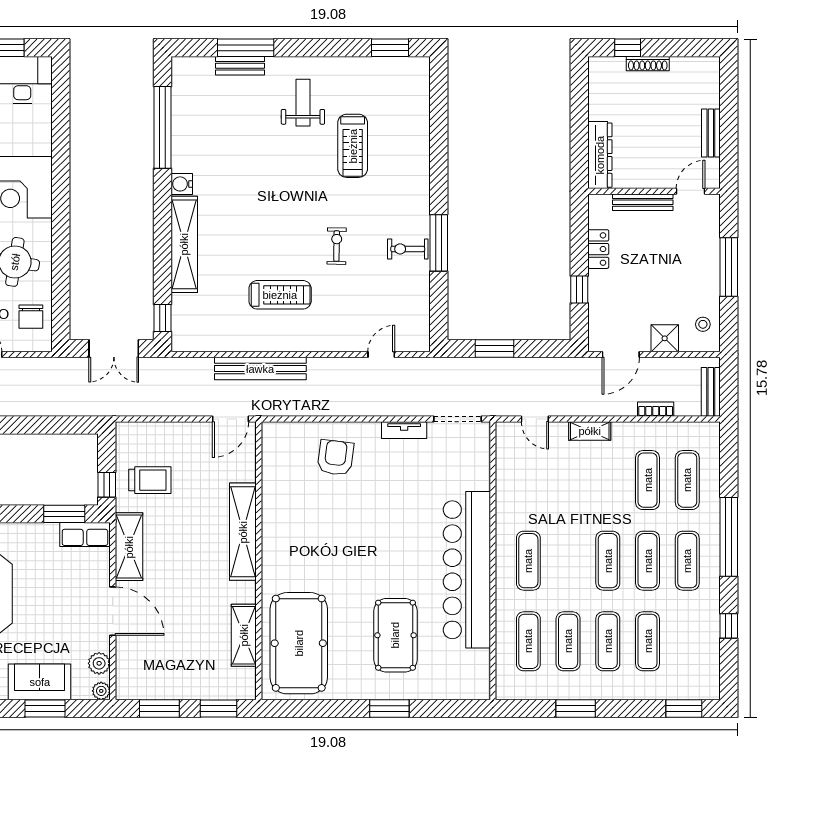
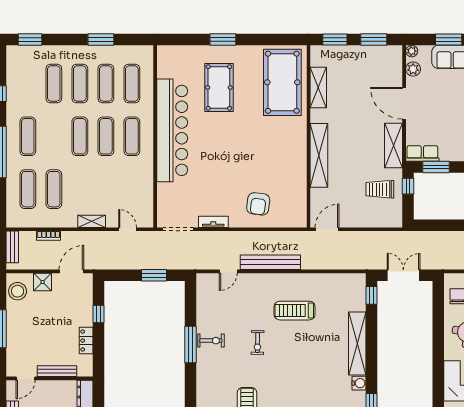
stool: (703, 324) -> (18, 291), width x1.89, depth x1.89
bench: (260, 369) -> (270, 262), moved
exercise mat: (648, 561) -> (106, 136), moved

